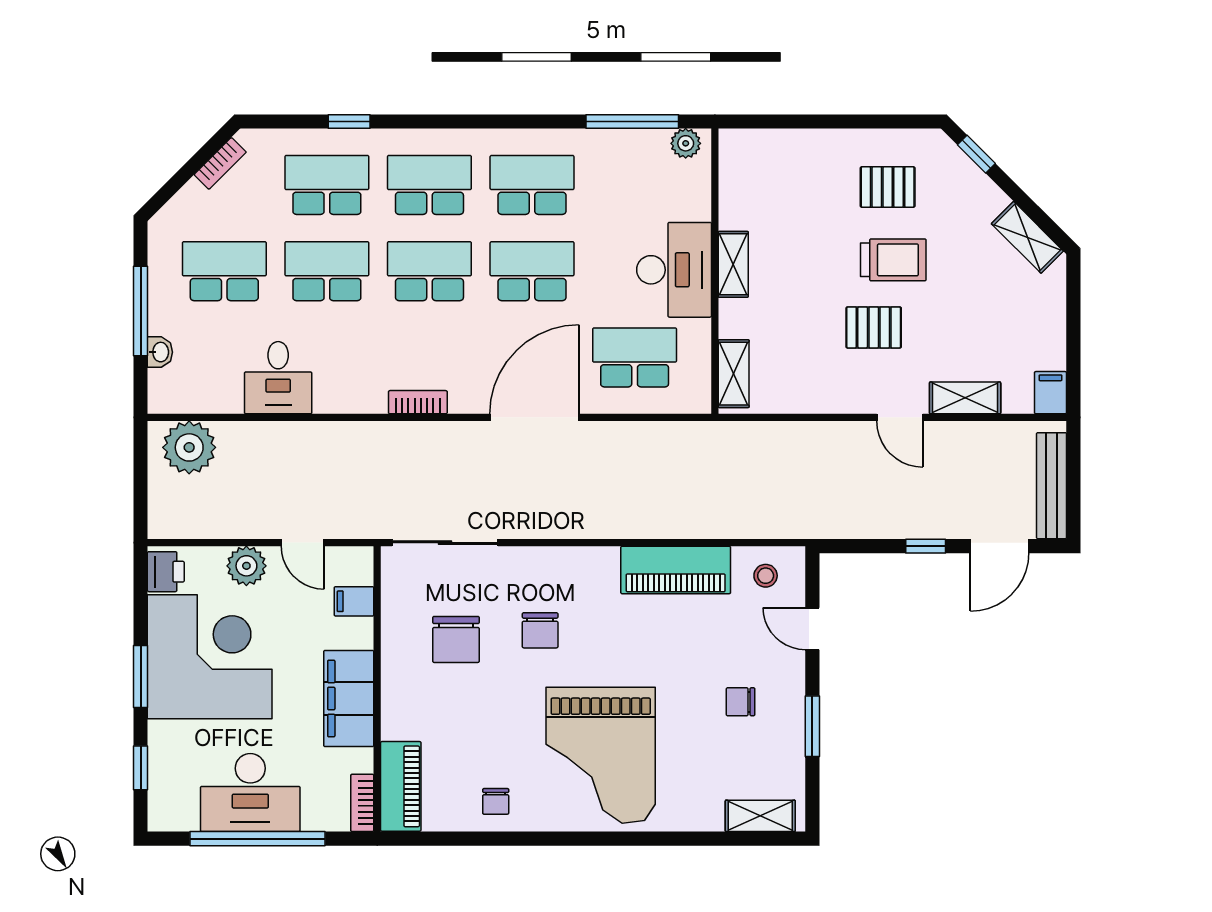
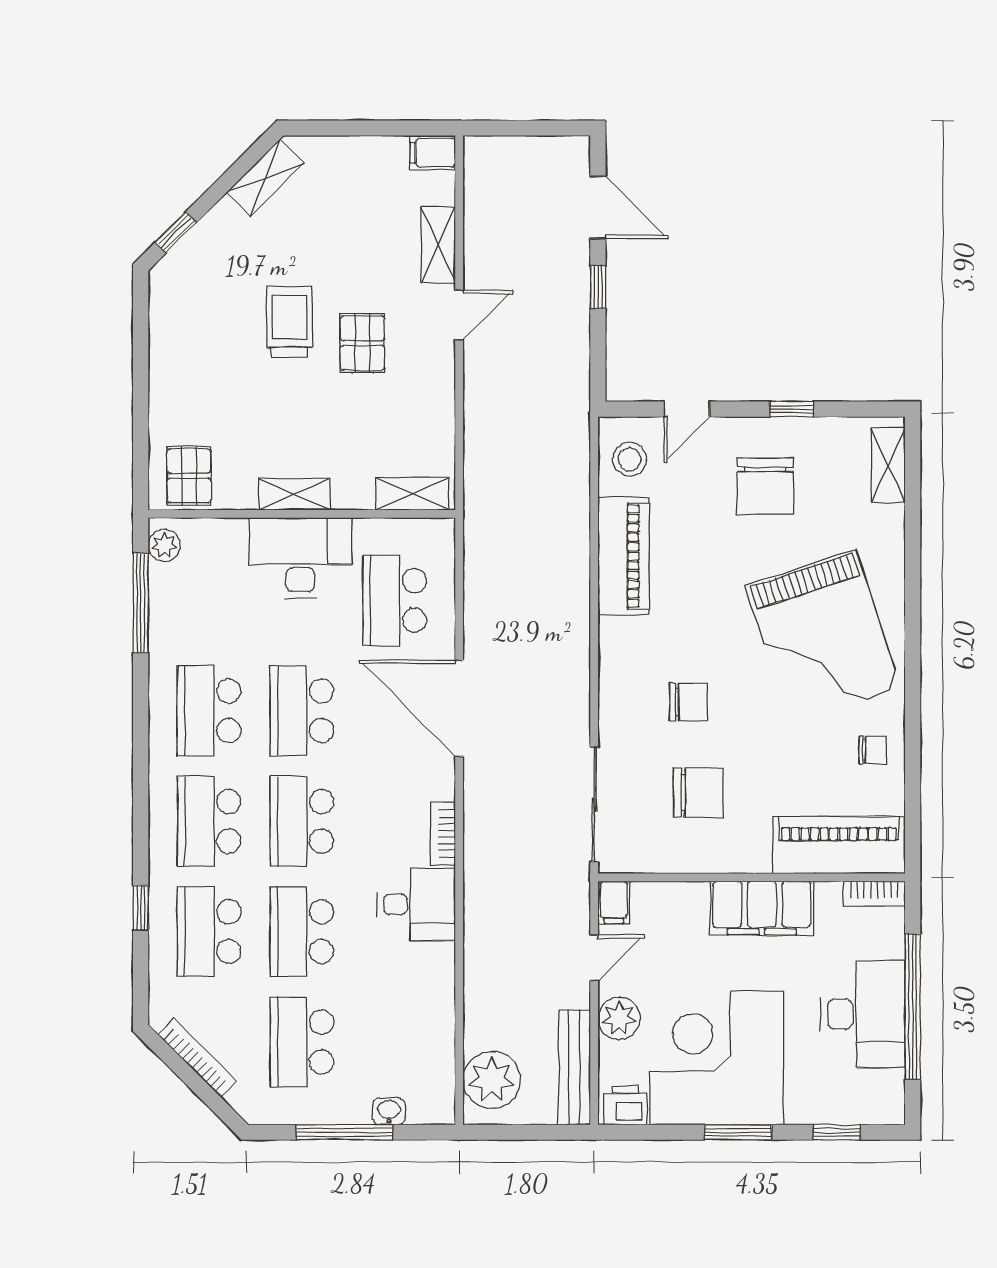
bookcase: (220, 163) -> (197, 1058), width x1.56
pallet: (888, 187) -> (189, 476), moved
desk: (278, 378) -> (416, 904), moved
bench: (1052, 486) -> (574, 1068), moved, turned 90
stool: (766, 576) -> (630, 459), width x1.37, depth x1.37
filing cabinet: (354, 601) -> (614, 902), moved
chair: (741, 702) -> (765, 486), width x1.87, depth x1.87
window: (812, 726) -> (792, 409), width x0.67
grand piano: (601, 755) -> (823, 637), turned 72
piano: (401, 786) -> (839, 845), width x1.37, depth x1.33

